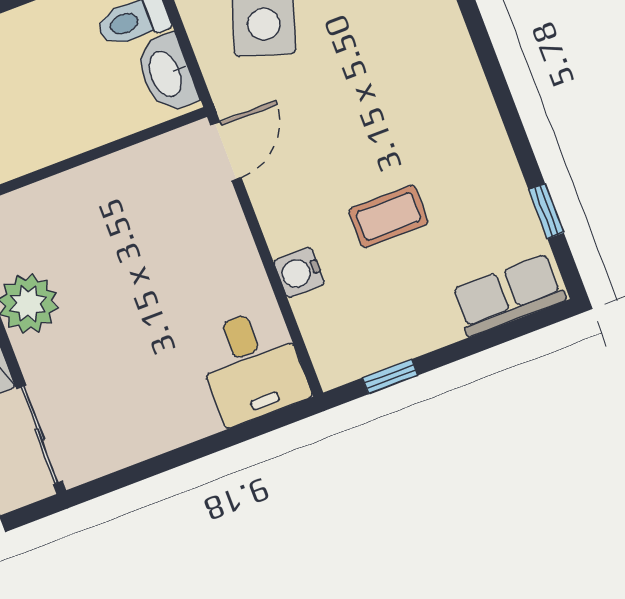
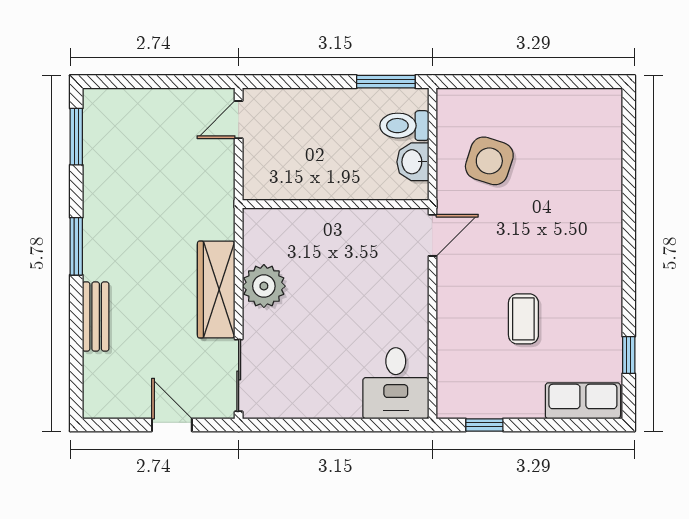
washbasin: (166, 73) -> (413, 162), width x0.72
coffee table: (389, 216) -> (523, 319), turned 90
water cooler: (299, 272) -> (451, 333), removed

